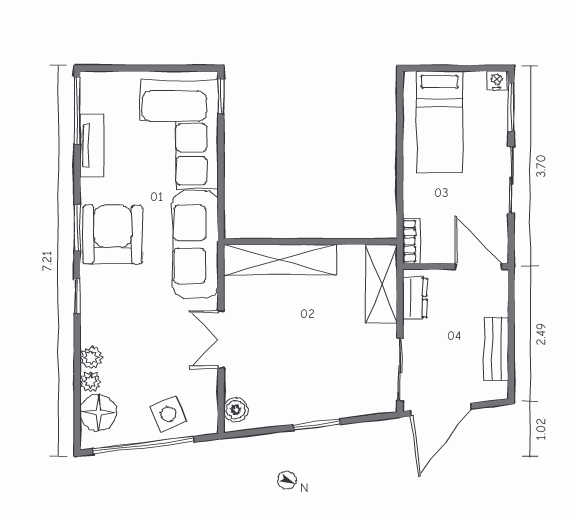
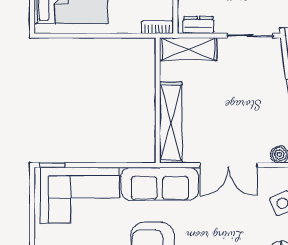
double door: (221, 340) -> (229, 165), width x1.37

